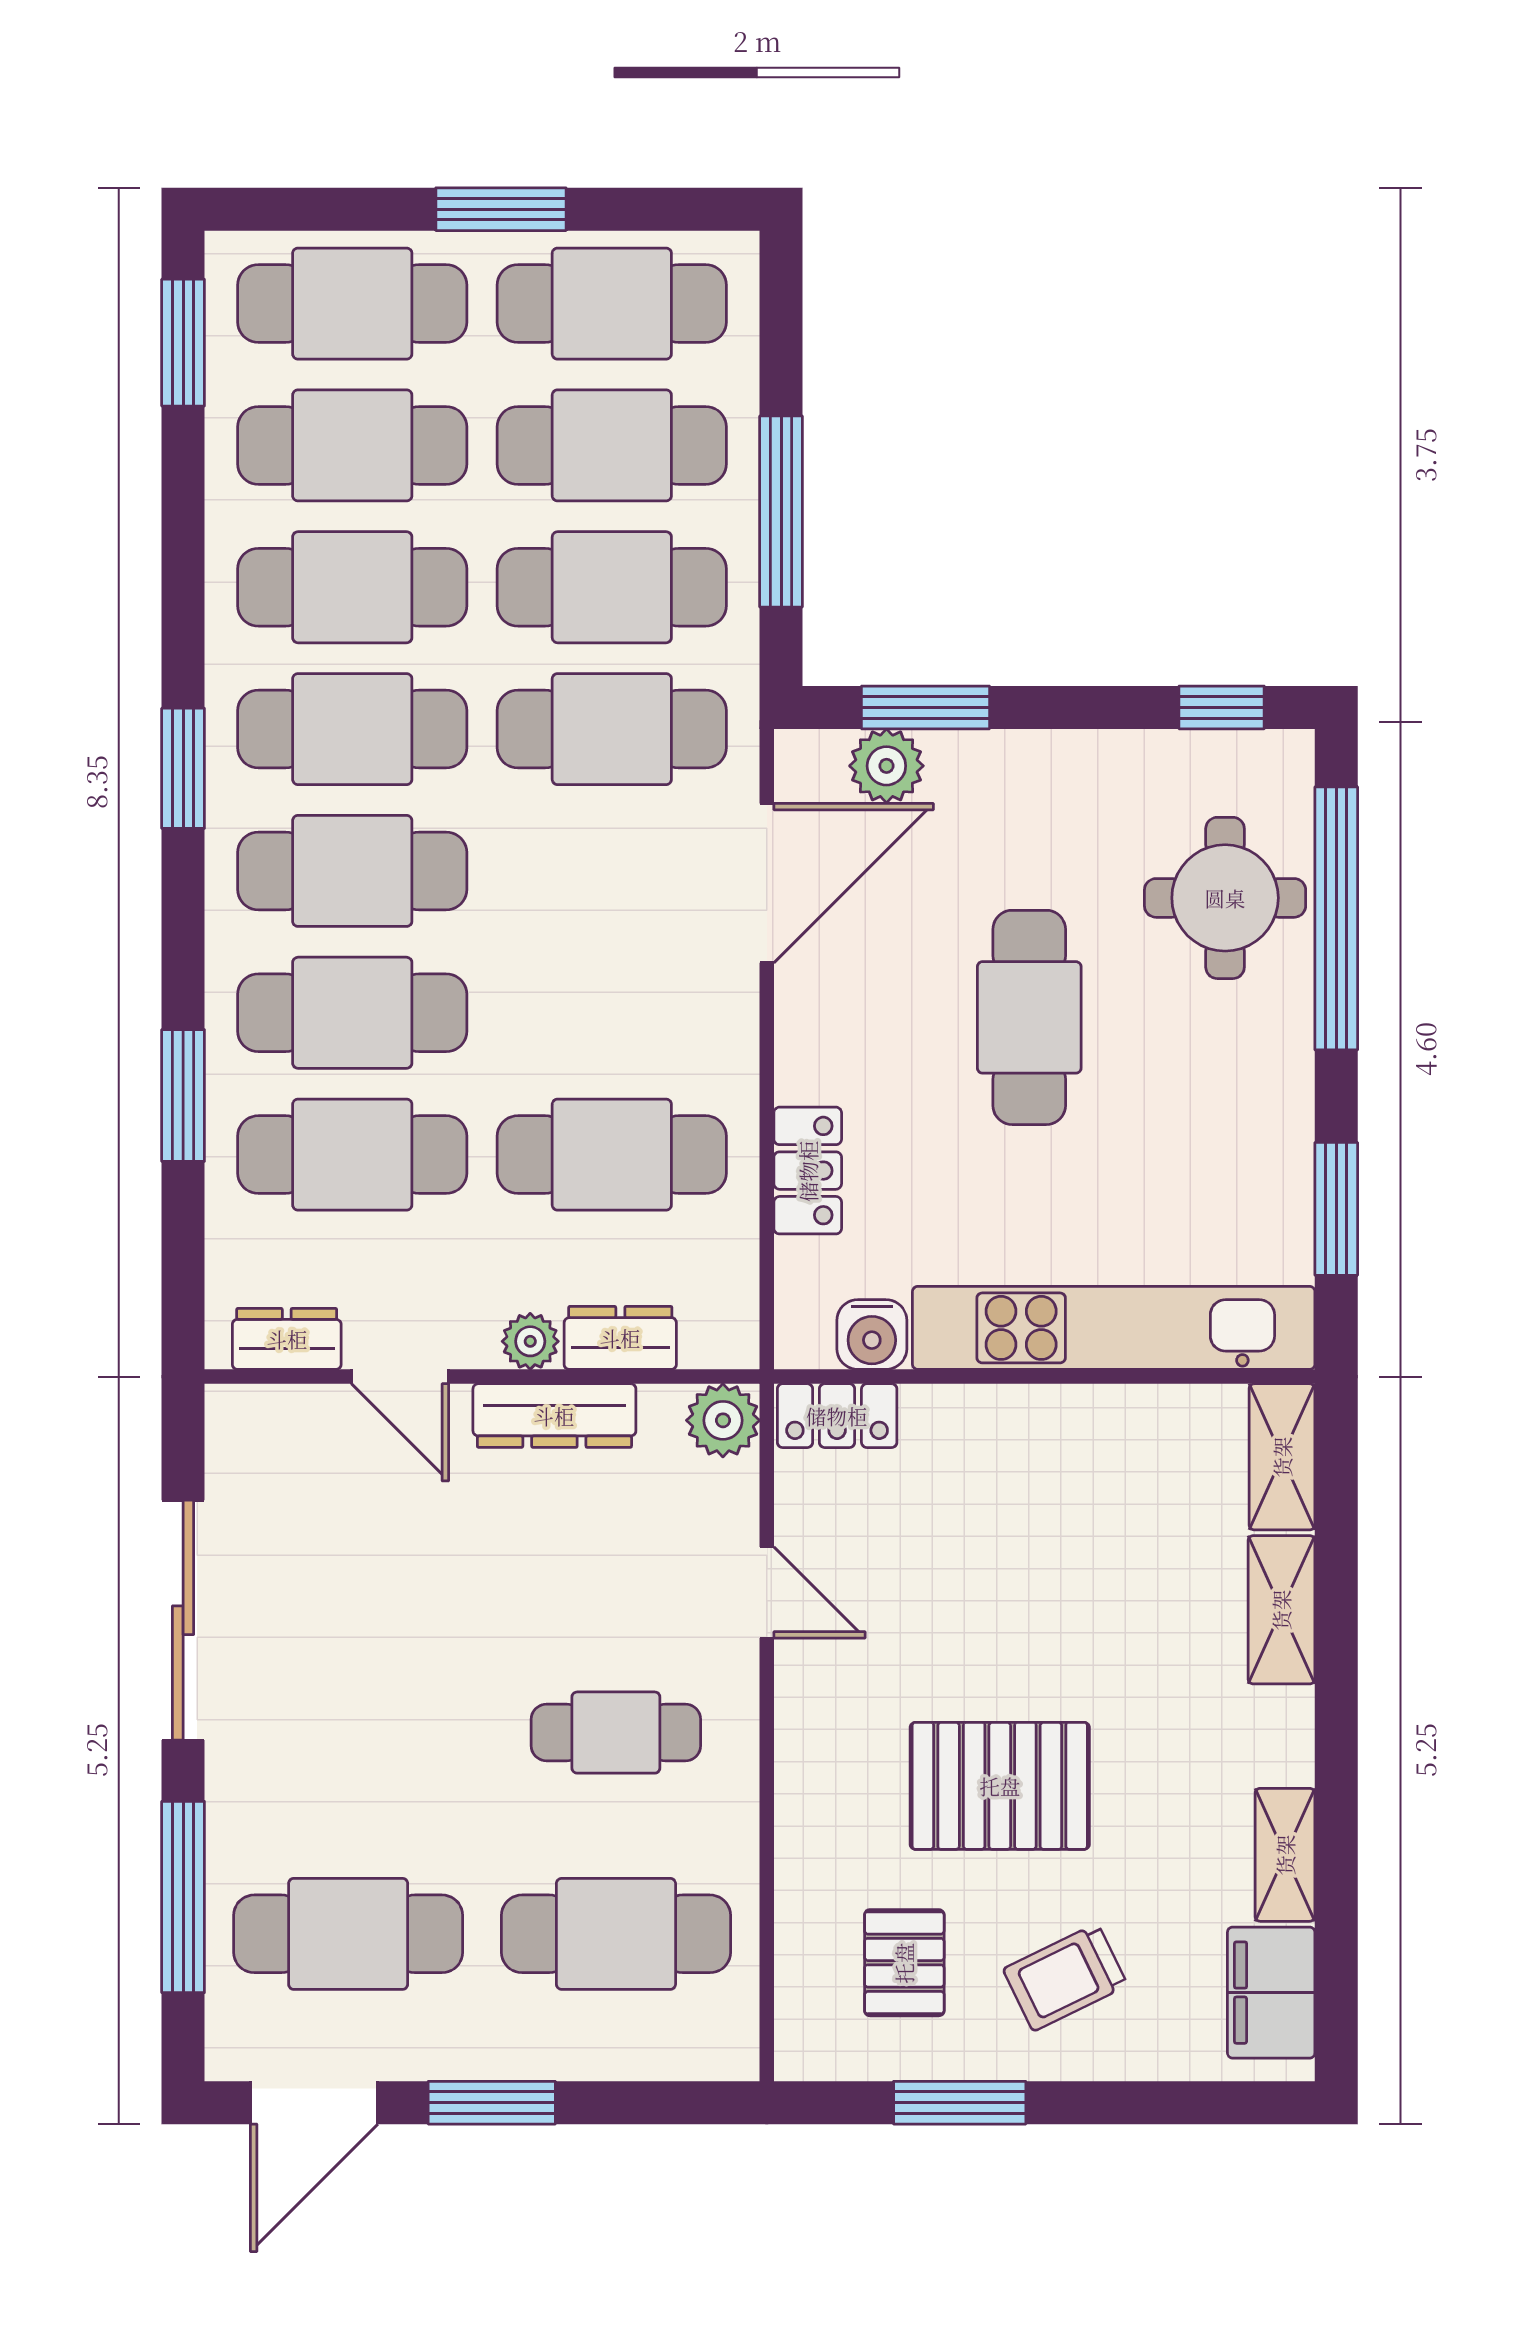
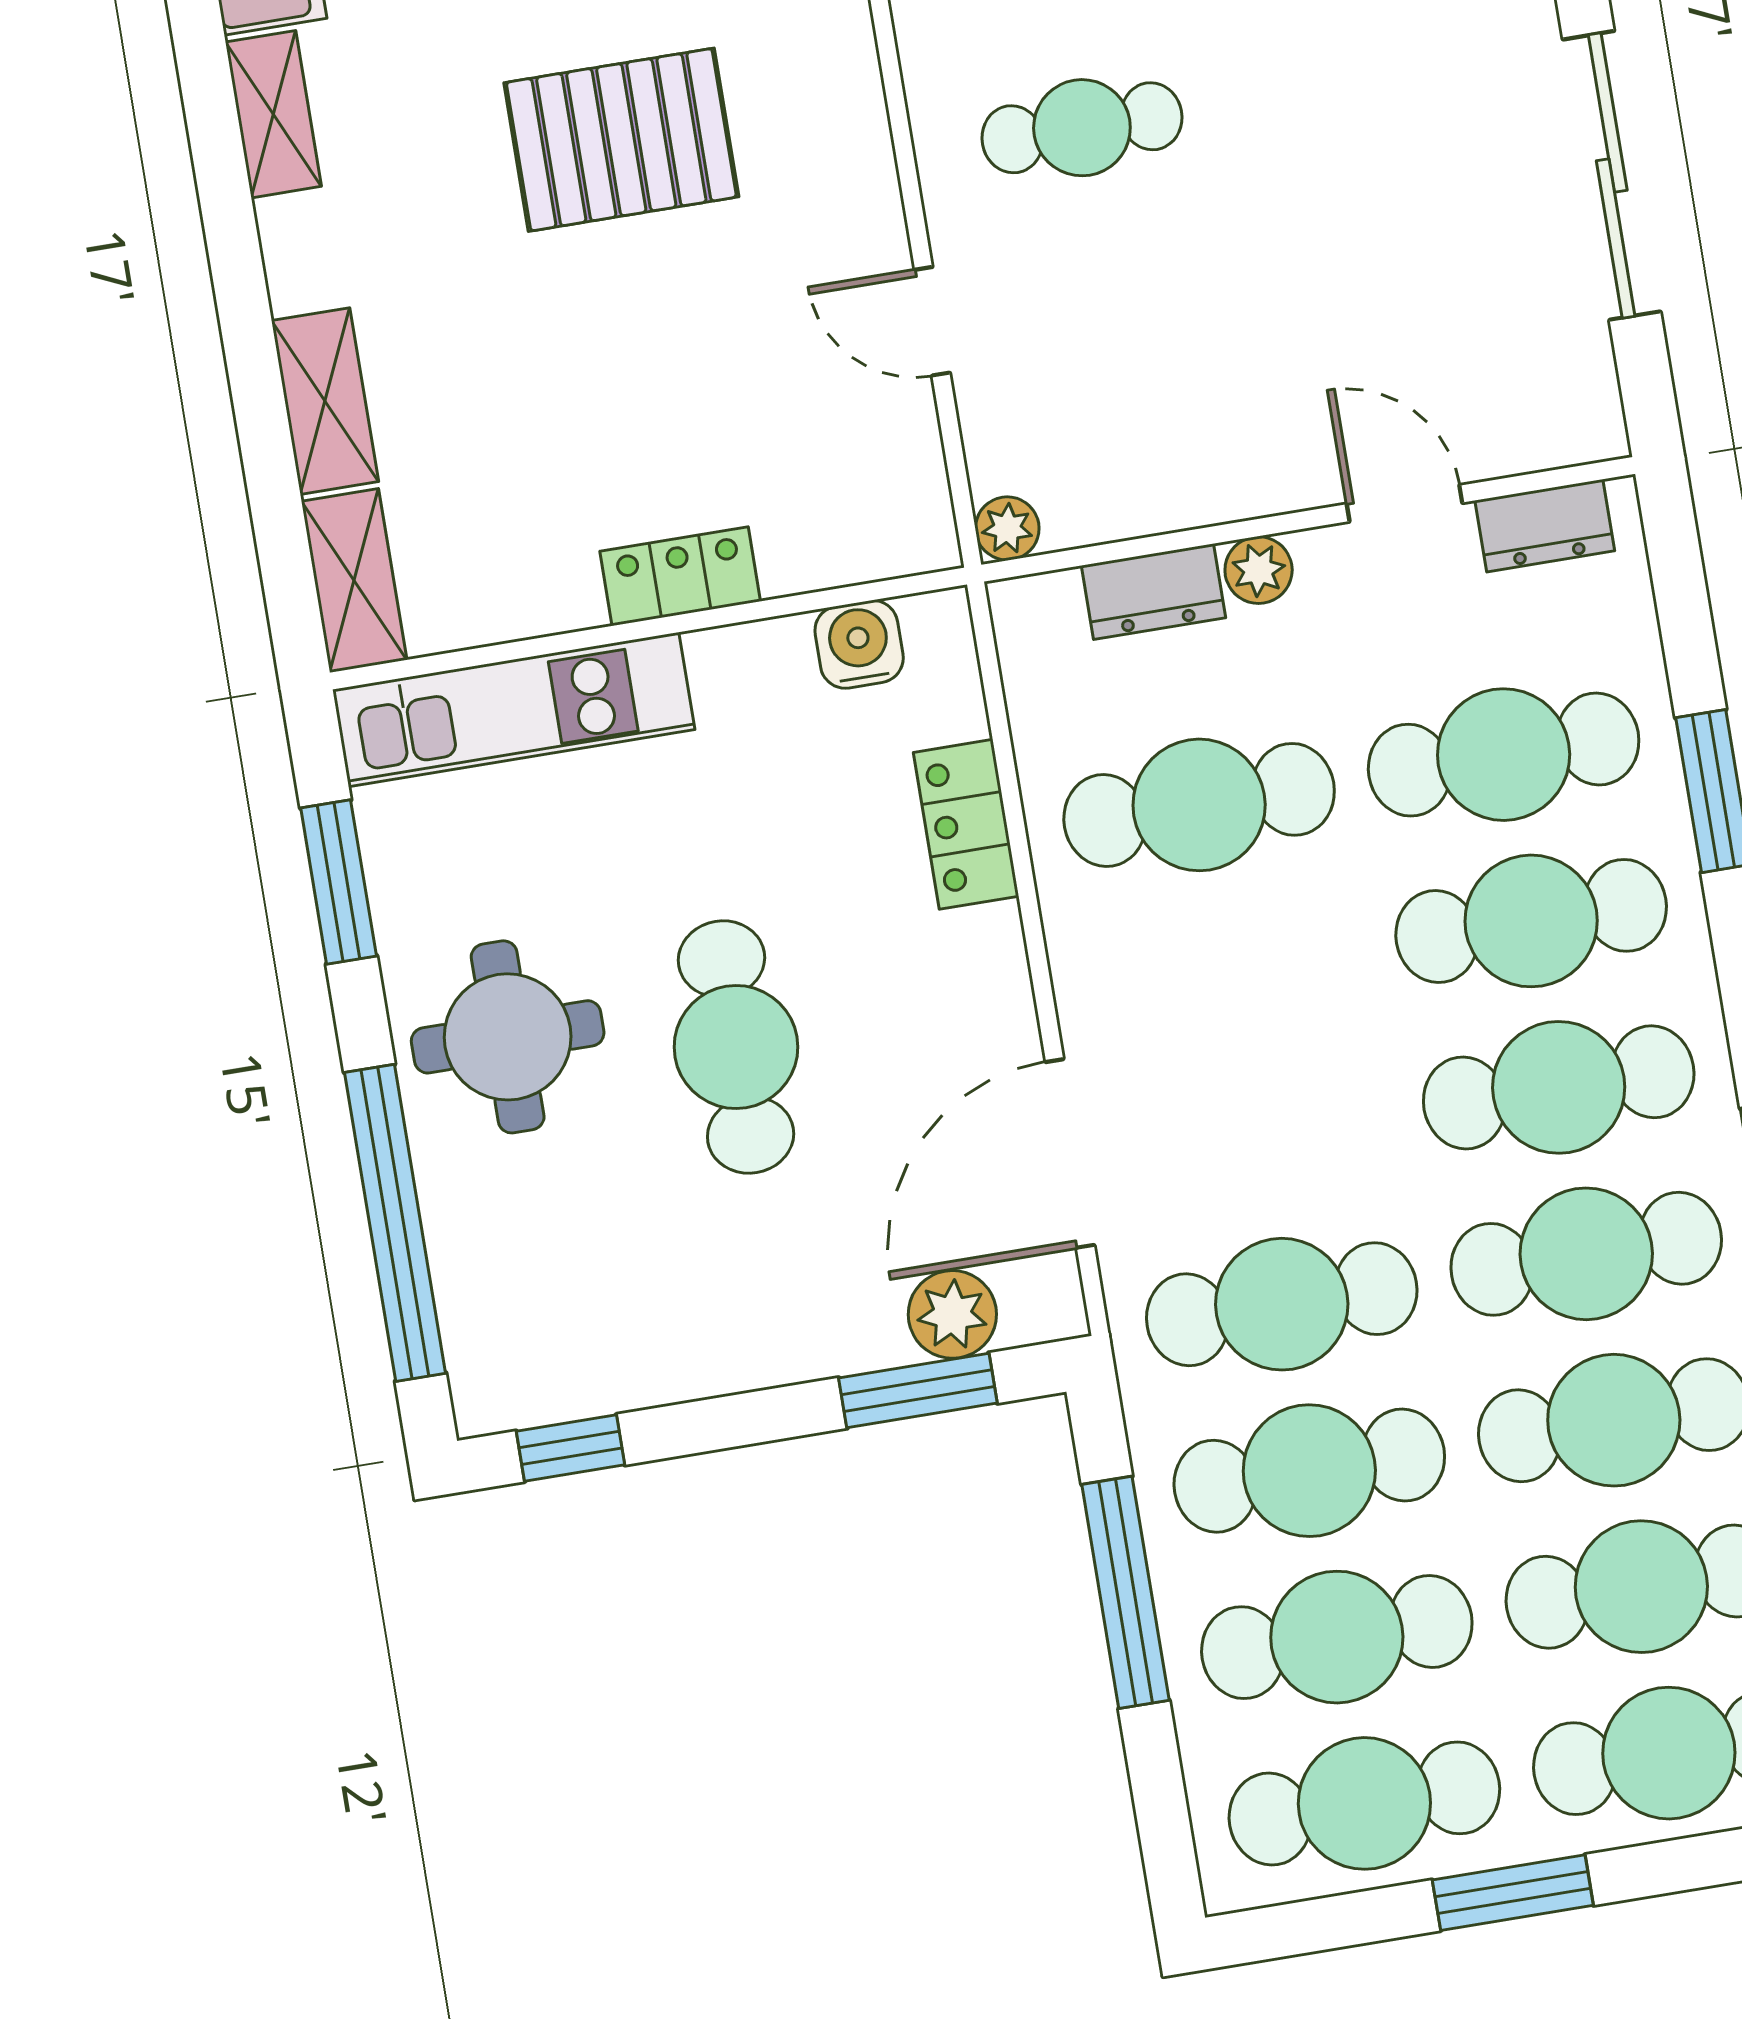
round table: (1225, 898) -> (508, 1037), moved
kitchen unit: (1114, 1328) -> (514, 710), width x0.73
dresser: (554, 1416) -> (1216, 488), removed
locker: (837, 1416) -> (680, 576), moved
plant: (723, 1420) -> (1007, 528), width x0.73, depth x0.73

